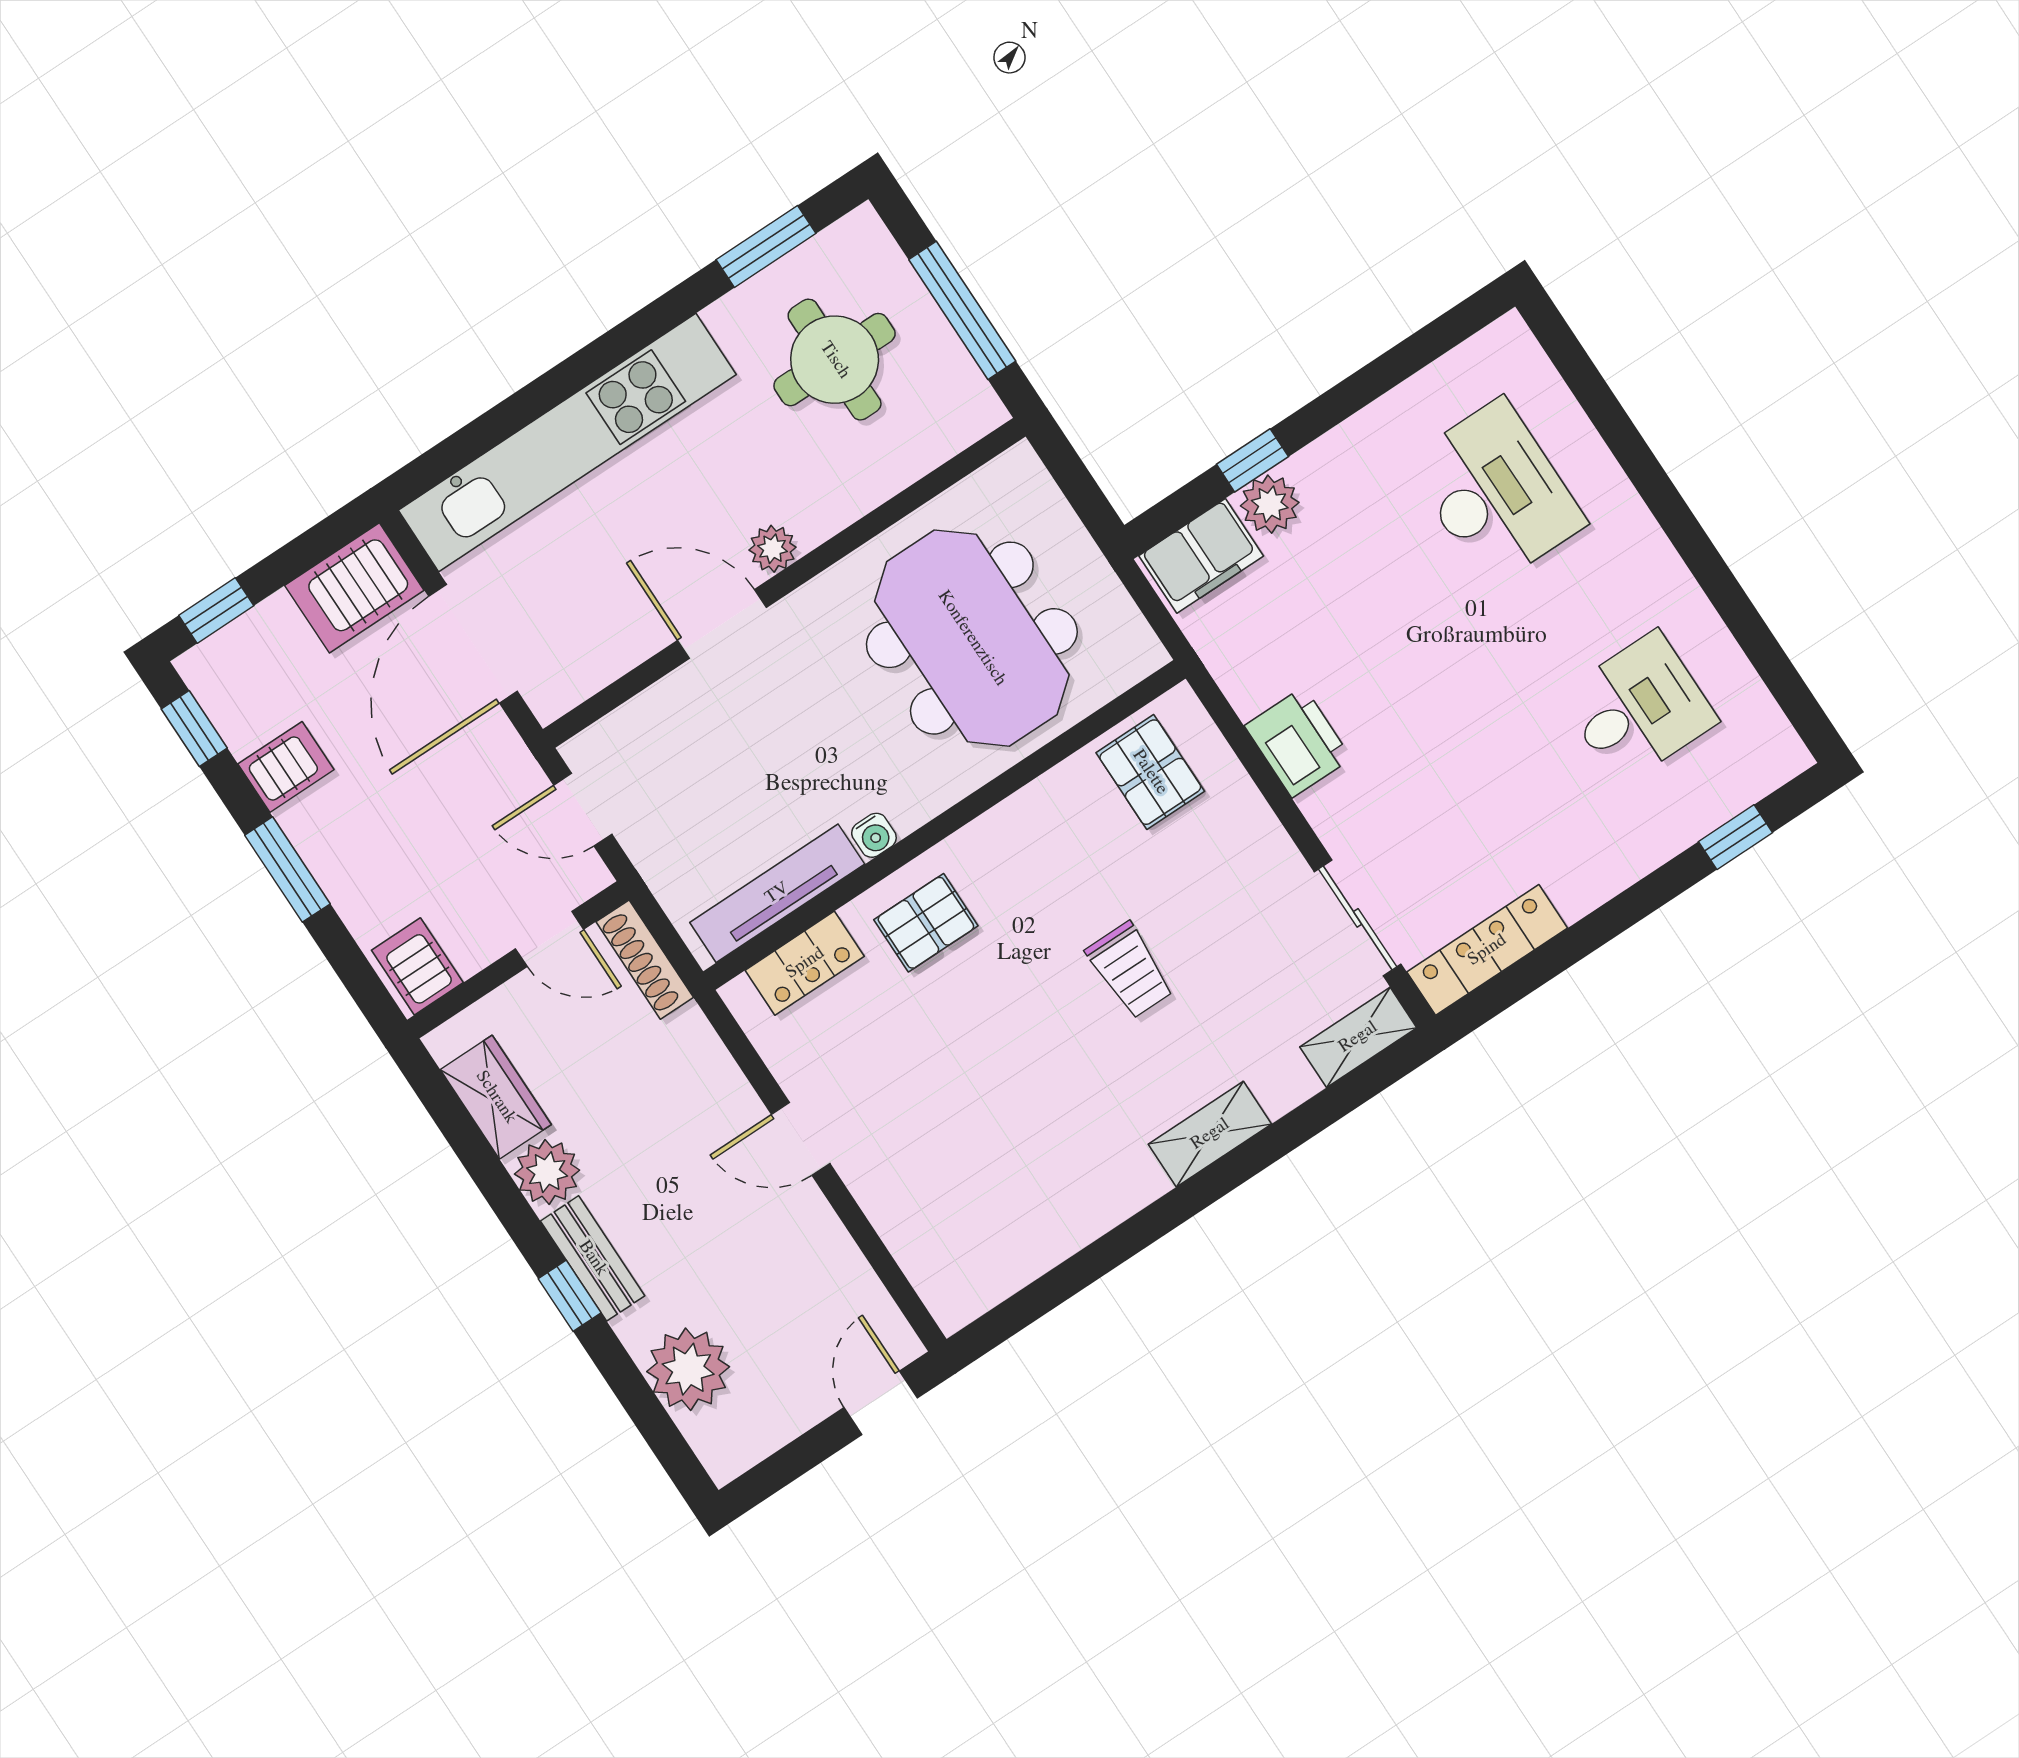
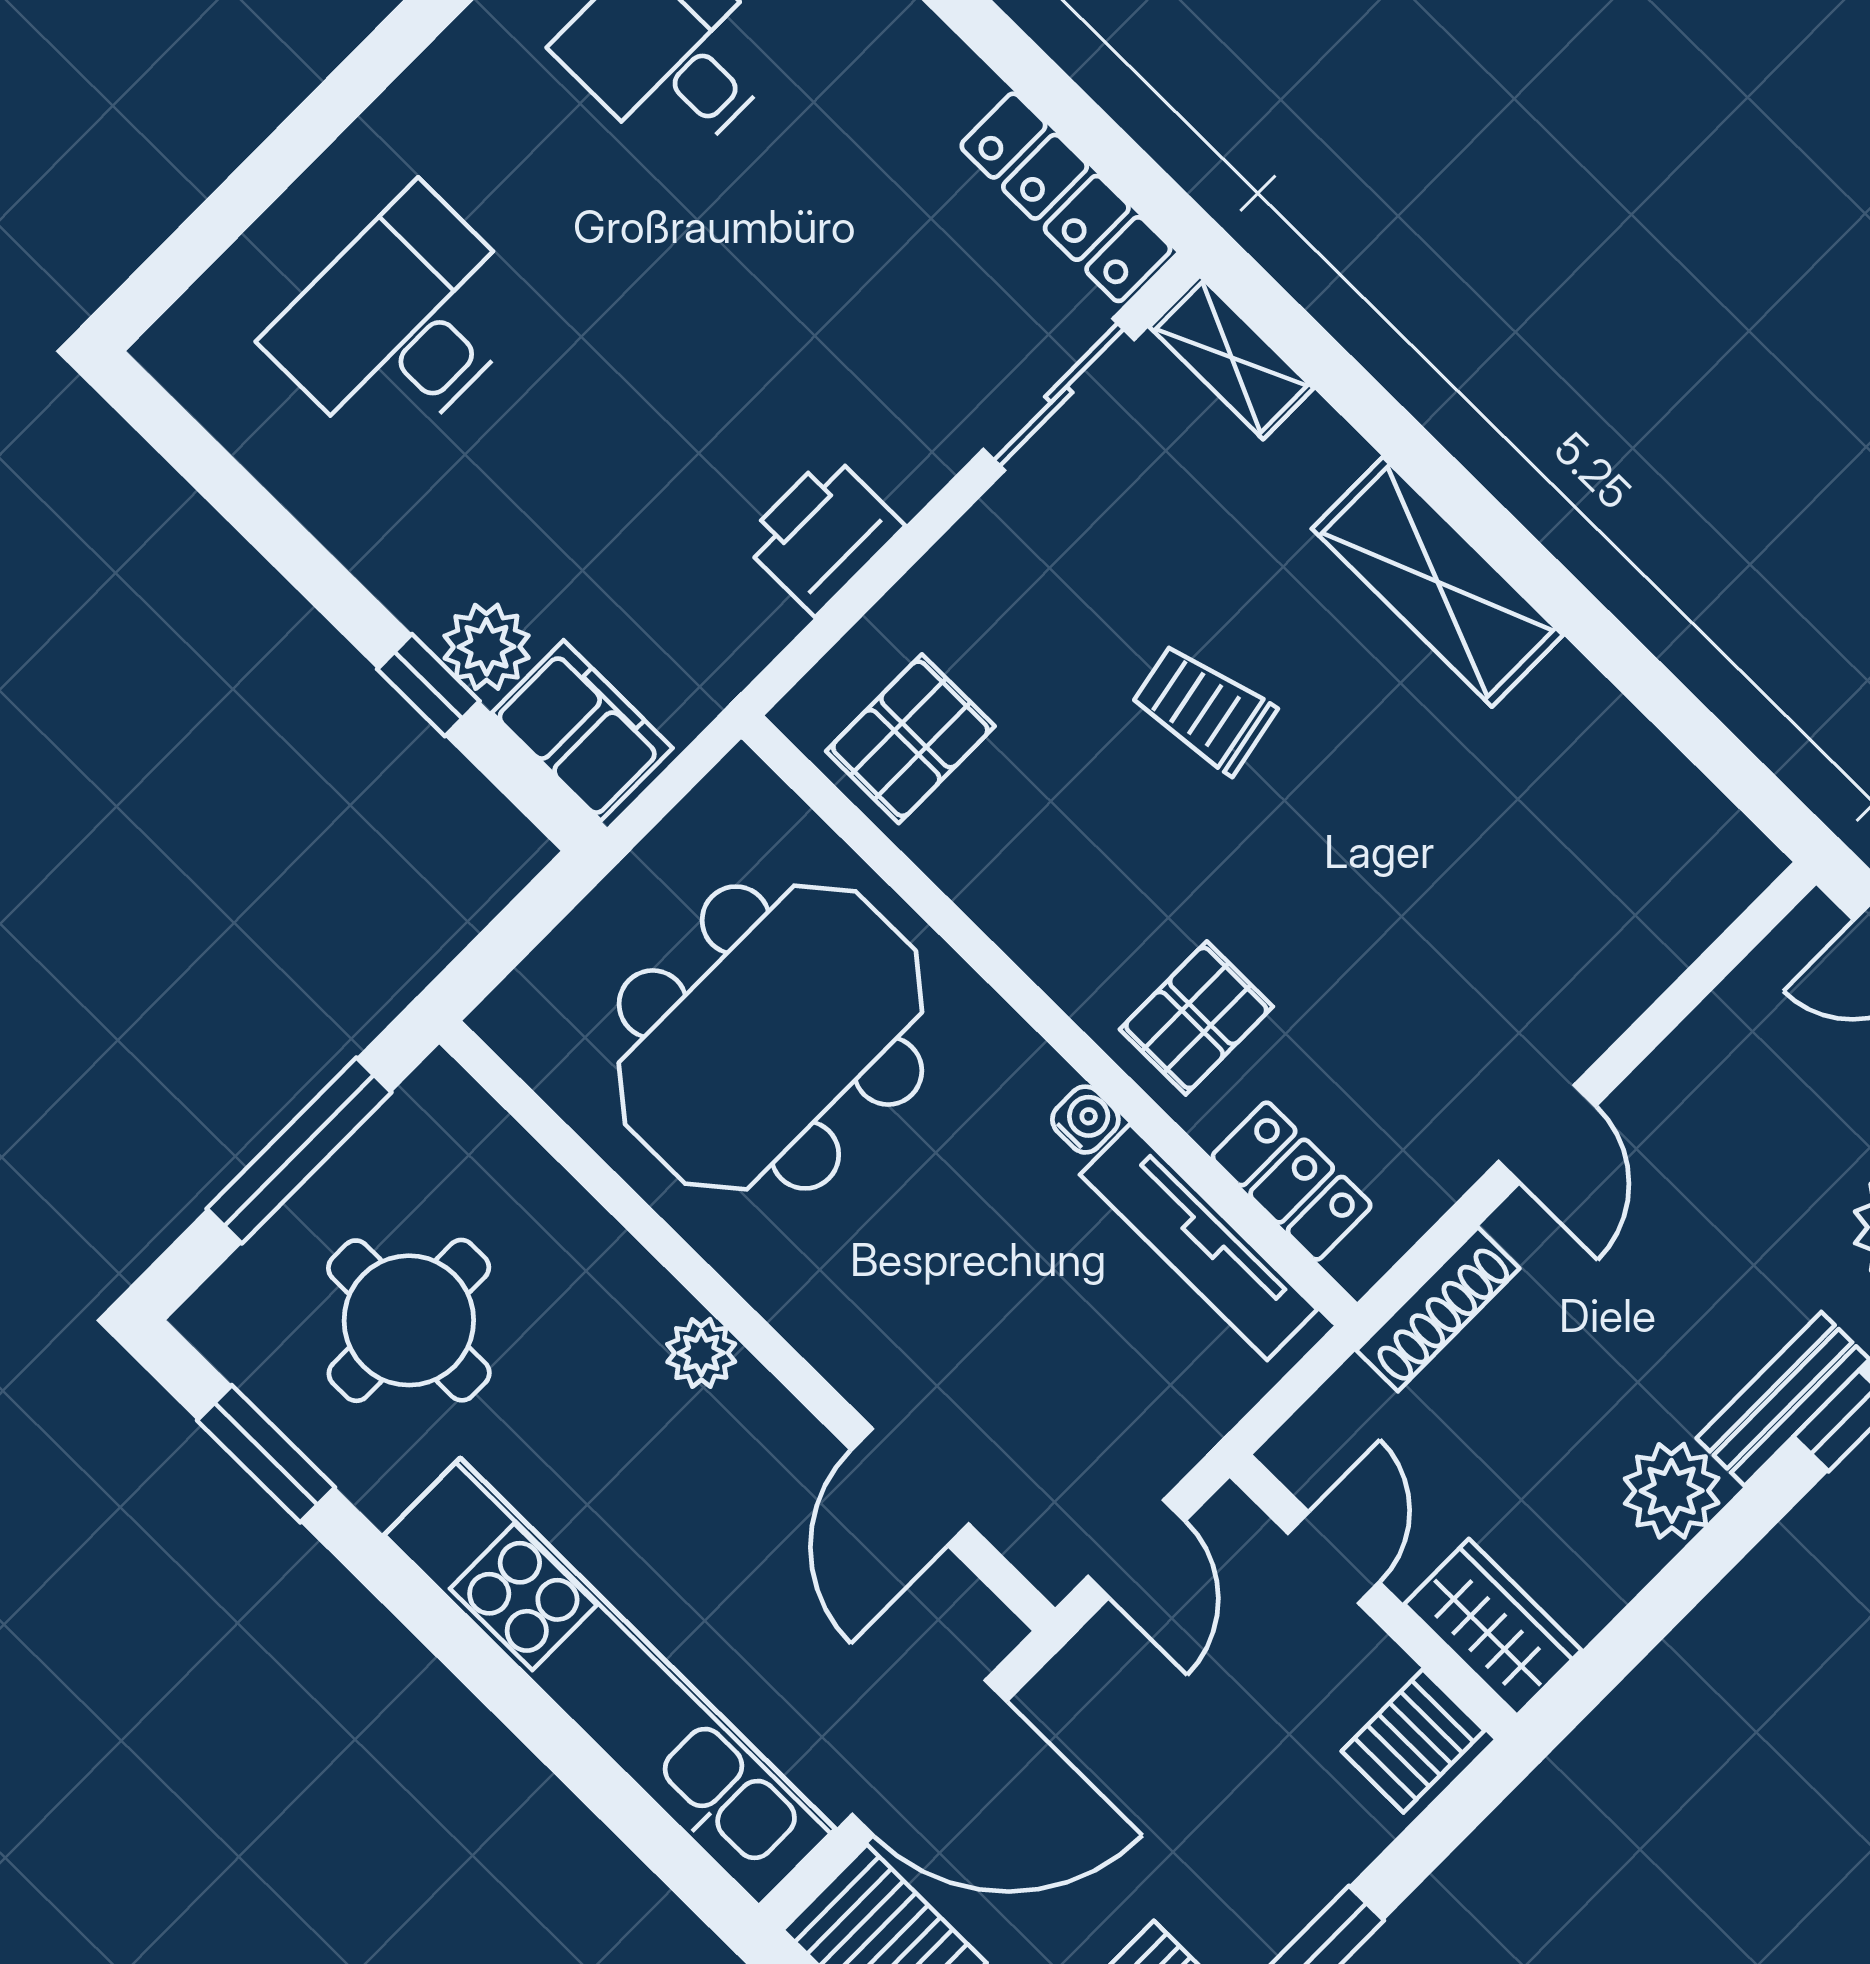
door: (722, 624) -> (910, 1487), moved
pallet: (926, 923) -> (1196, 1018), turned 90
shoe rack: (645, 960) -> (1438, 1309), moved
trolley: (1130, 970) -> (1203, 708), turned -101
wardrobe: (496, 1097) -> (1493, 1627), moved, turned 90
shelving: (1210, 1134) -> (1437, 582), width x1.50, depth x1.33

